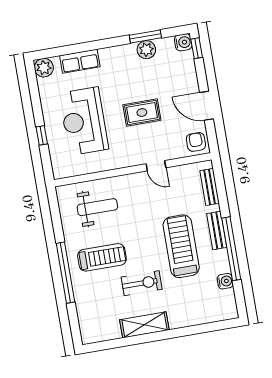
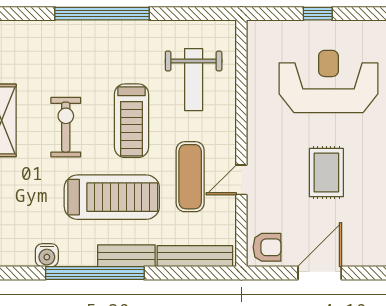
bench: (210, 187) -> (195, 256), width x1.36
exercise mat: (160, 199) -> (190, 177), added
treadmill: (102, 257) -> (132, 121), moved
exercise bike: (142, 283) -> (66, 127), turned 180

